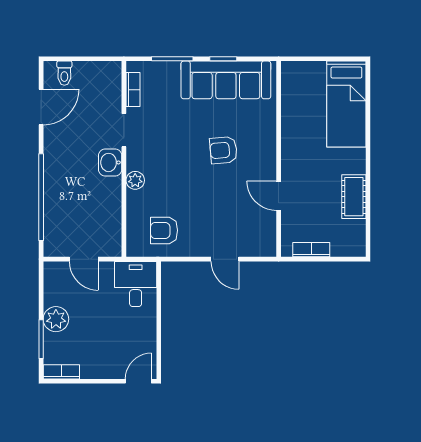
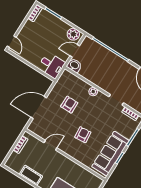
washbasin: (110, 162) -> (74, 65), moved
armchair: (164, 230) -> (69, 105), moved
door: (225, 259) -> (39, 107), width x1.88
plant: (56, 319) -> (73, 34), moved

